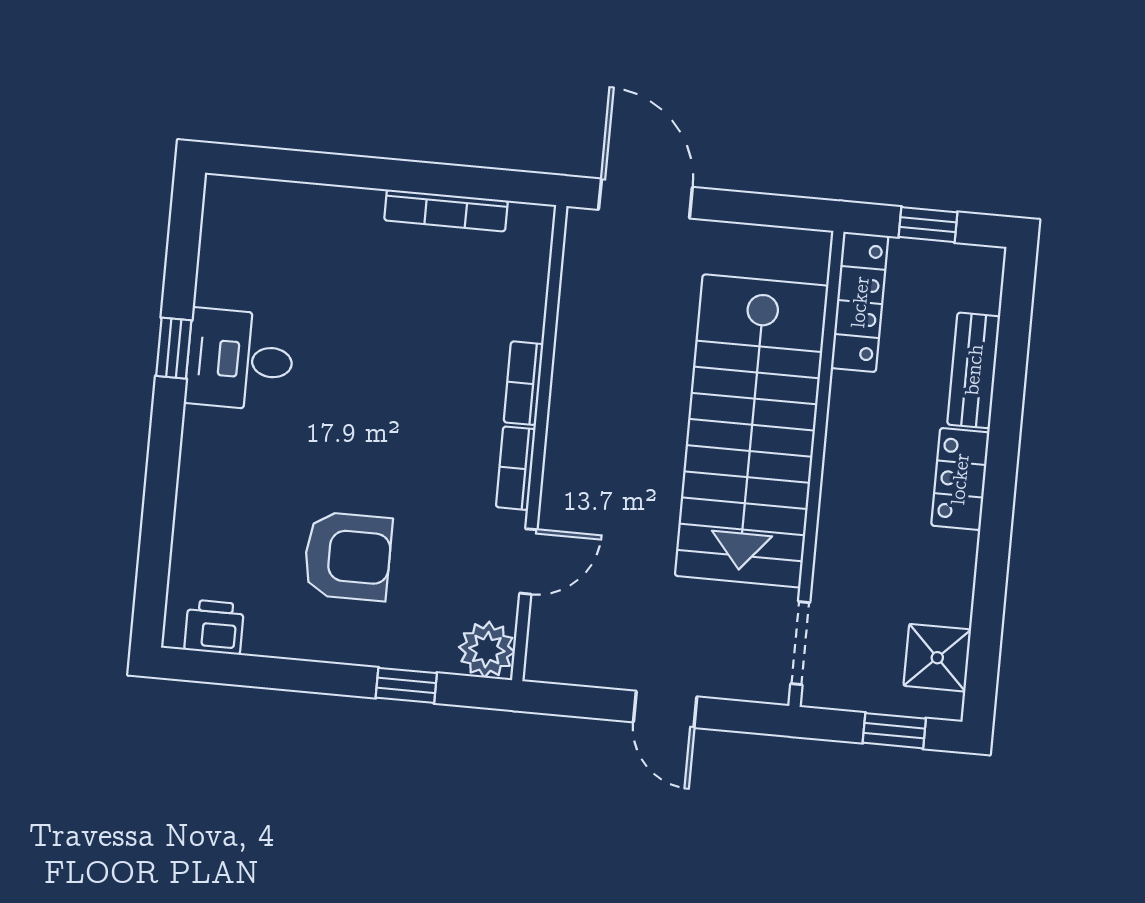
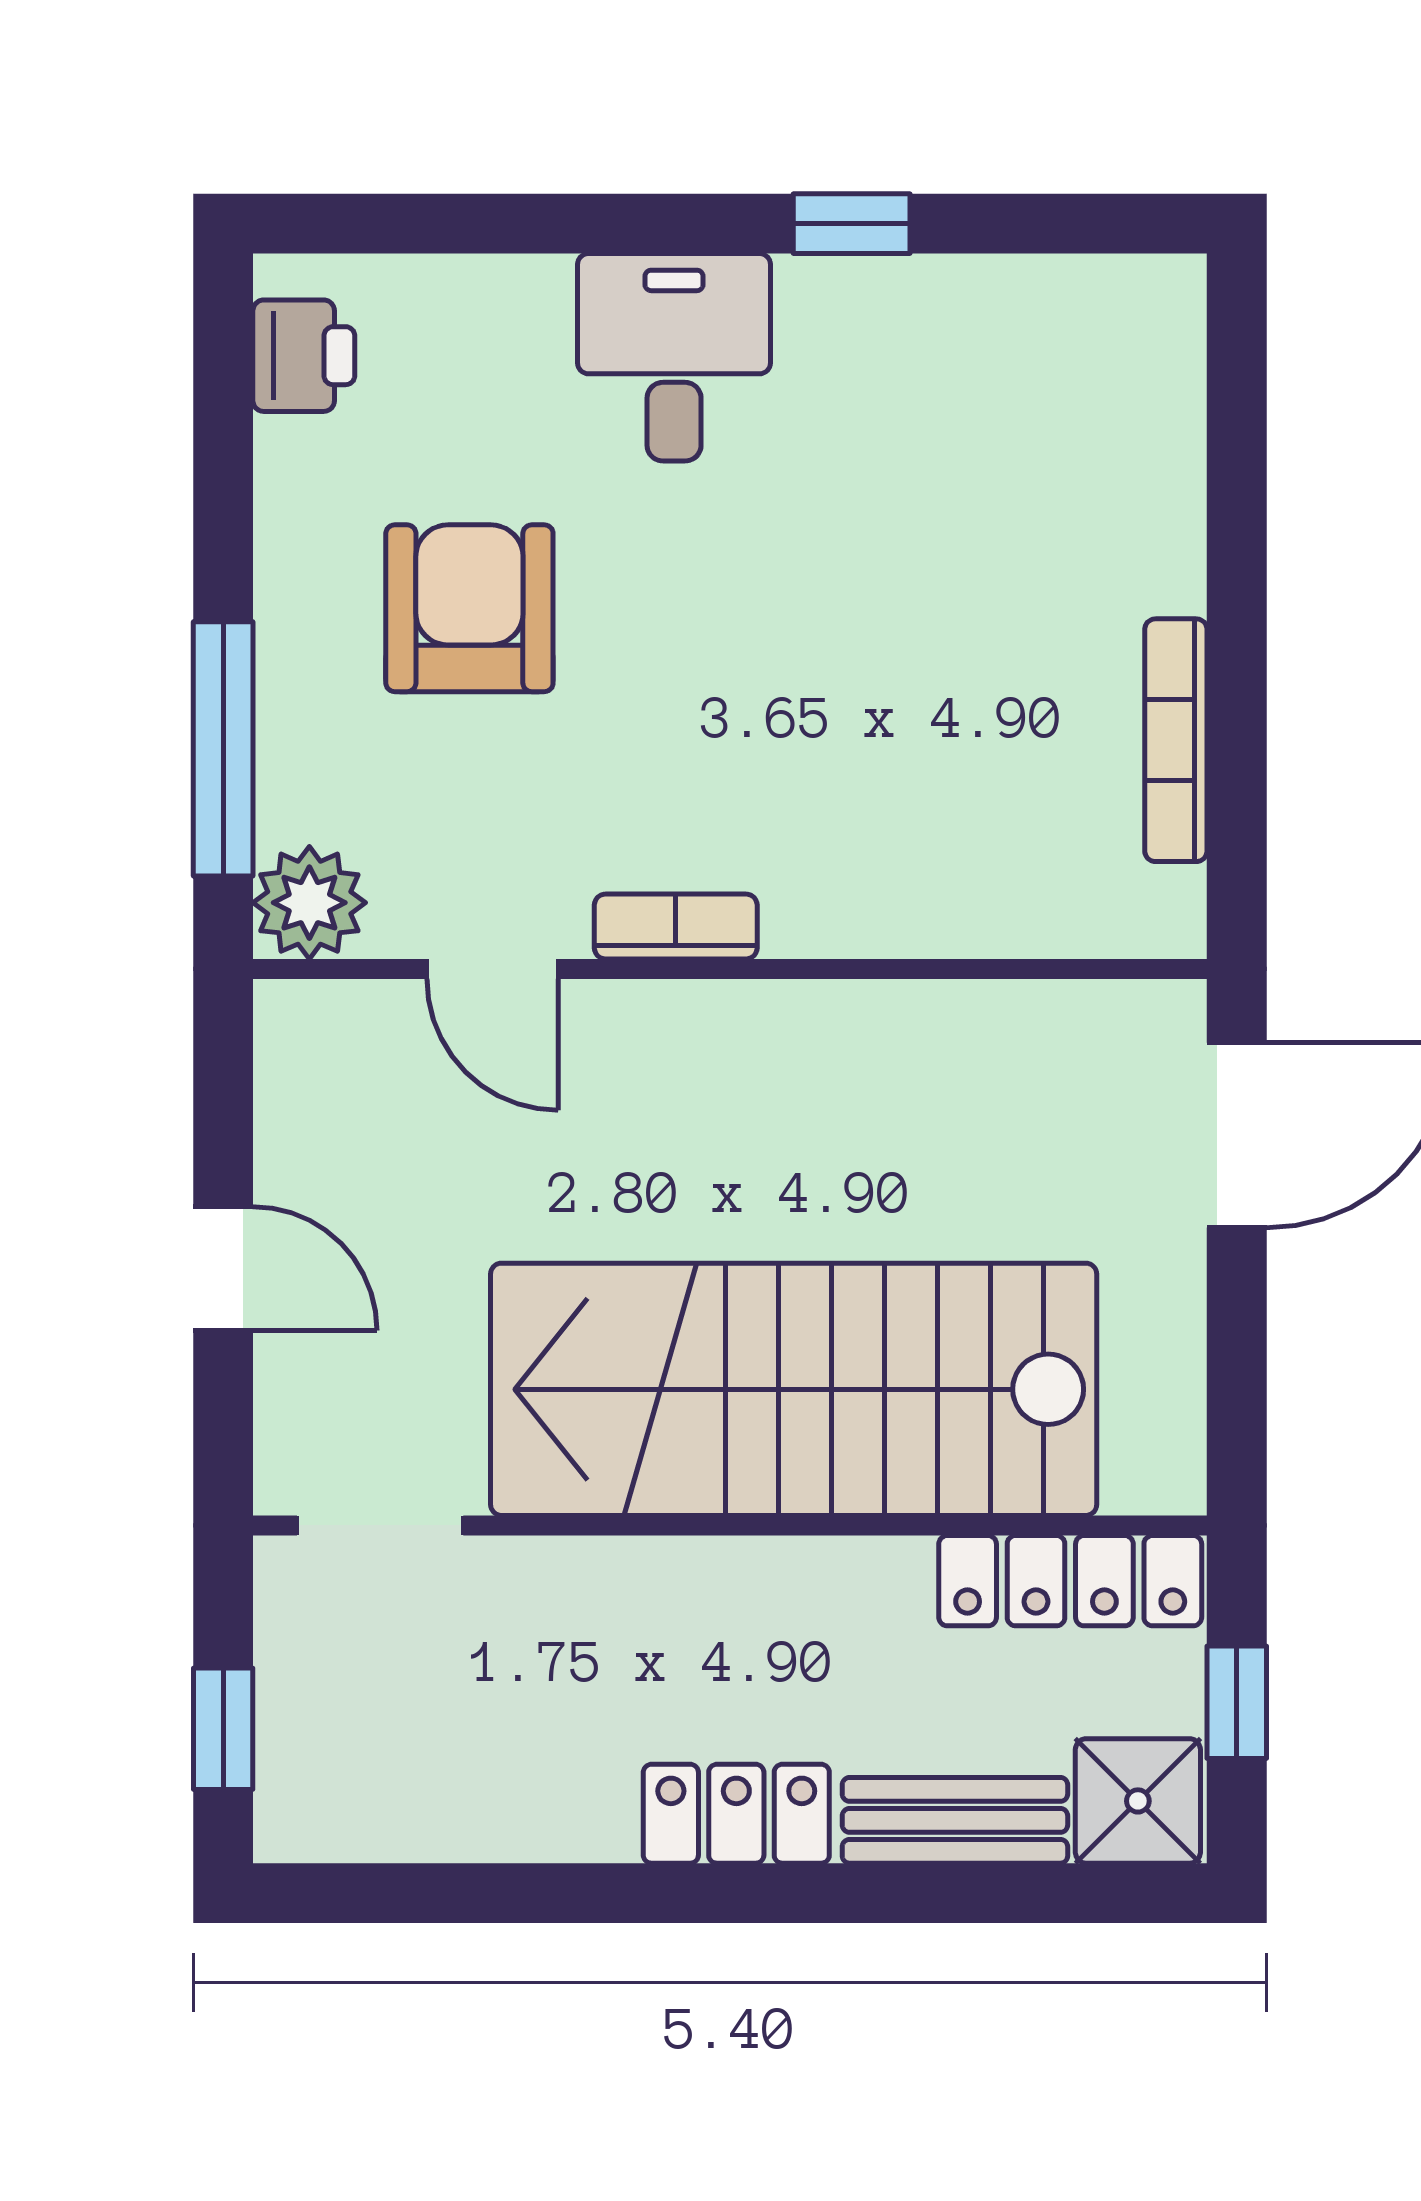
desk: (240, 360) -> (674, 357), moved
bookcase: (523, 383) -> (846, 926), removed
armchair: (348, 556) -> (469, 608), turned 180
shower: (937, 658) -> (1138, 1801), moved
window: (406, 685) -> (223, 749), width x2.17
door: (665, 709) -> (223, 1269), swing flipped

